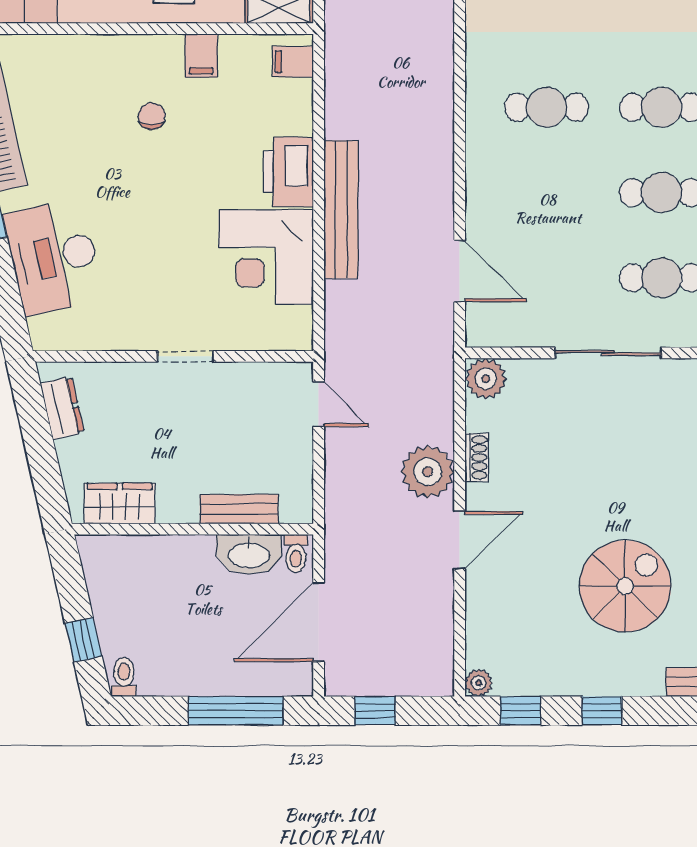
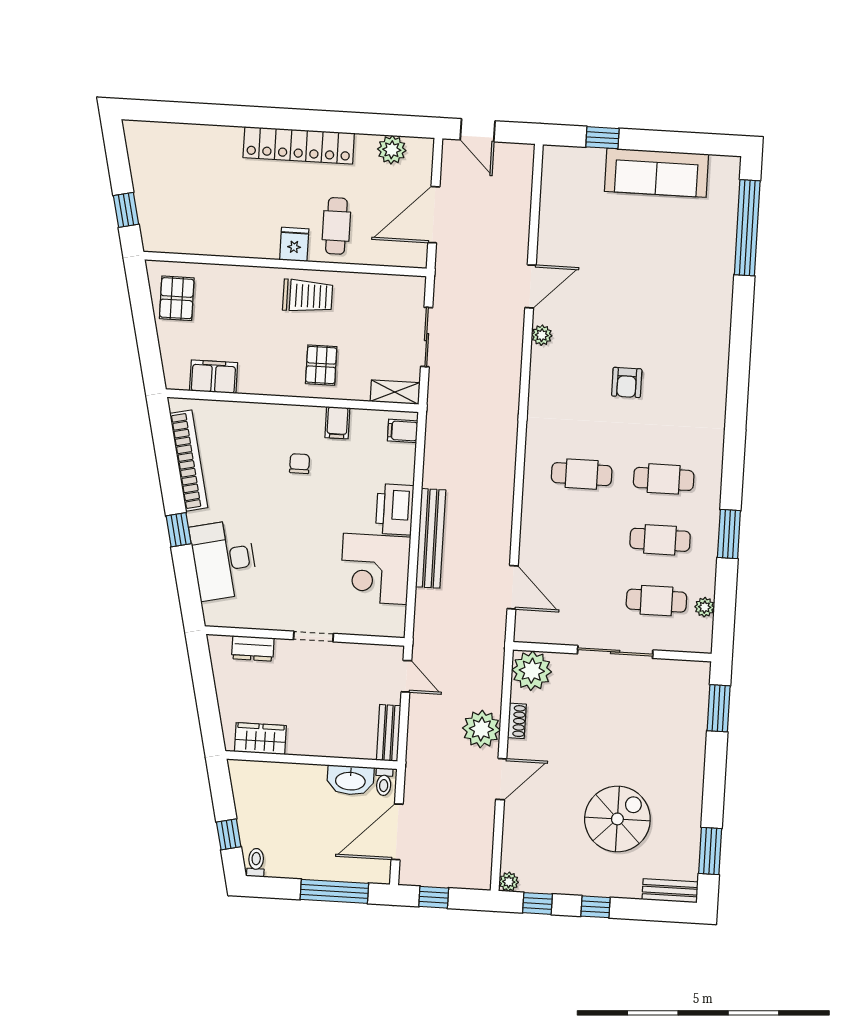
plant: (486, 379) -> (532, 671), width x1.36, depth x1.36
dresser: (62, 408) -> (253, 648), moved, turned 103
bench: (239, 509) -> (389, 733), moved, turned 90

